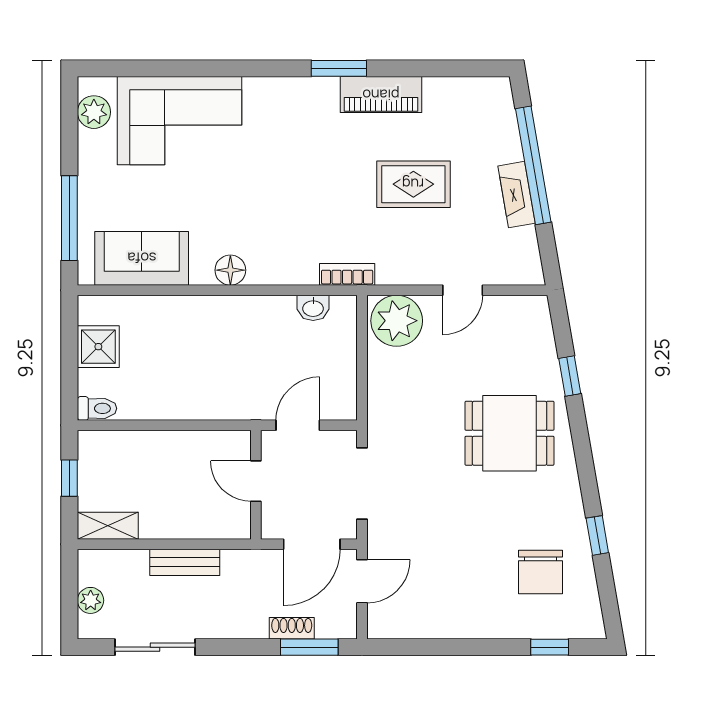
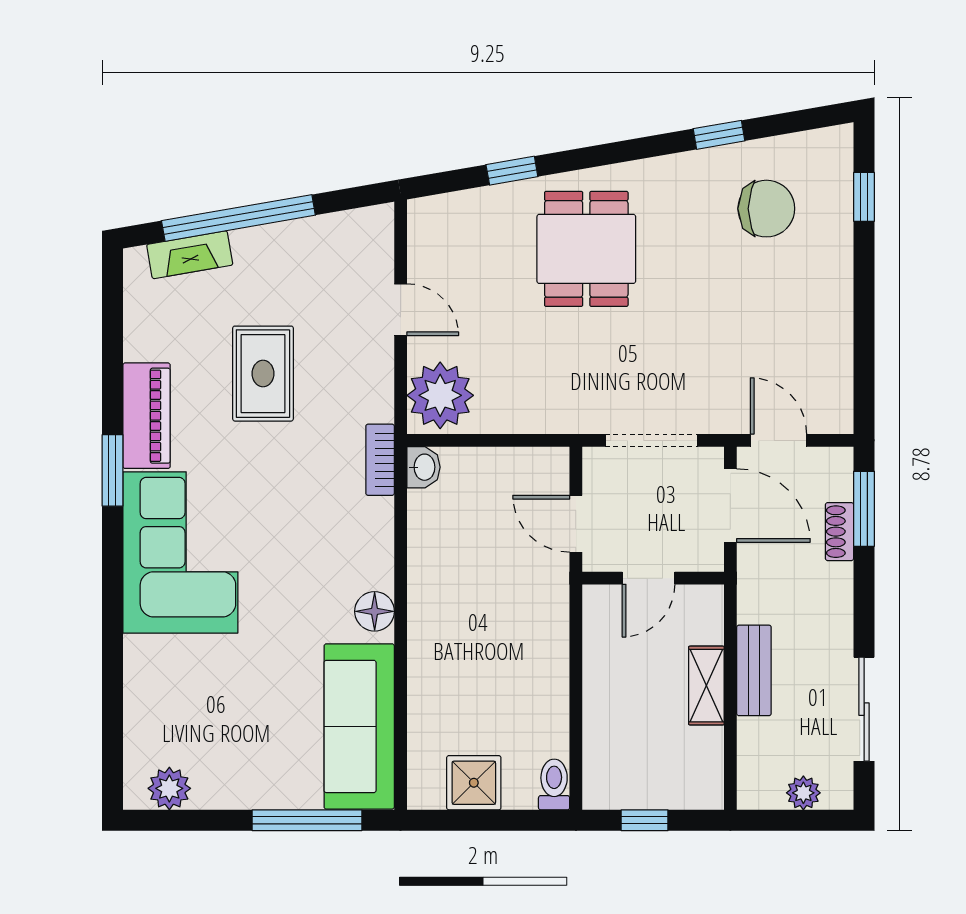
corner sofa: (180, 121) -> (180, 552), moved
fireplace: (517, 195) -> (190, 255), moved
sofa: (142, 258) -> (359, 726), width x1.36
washbasin: (313, 308) -> (423, 467), moved
shelving: (108, 526) -> (706, 686), moved

